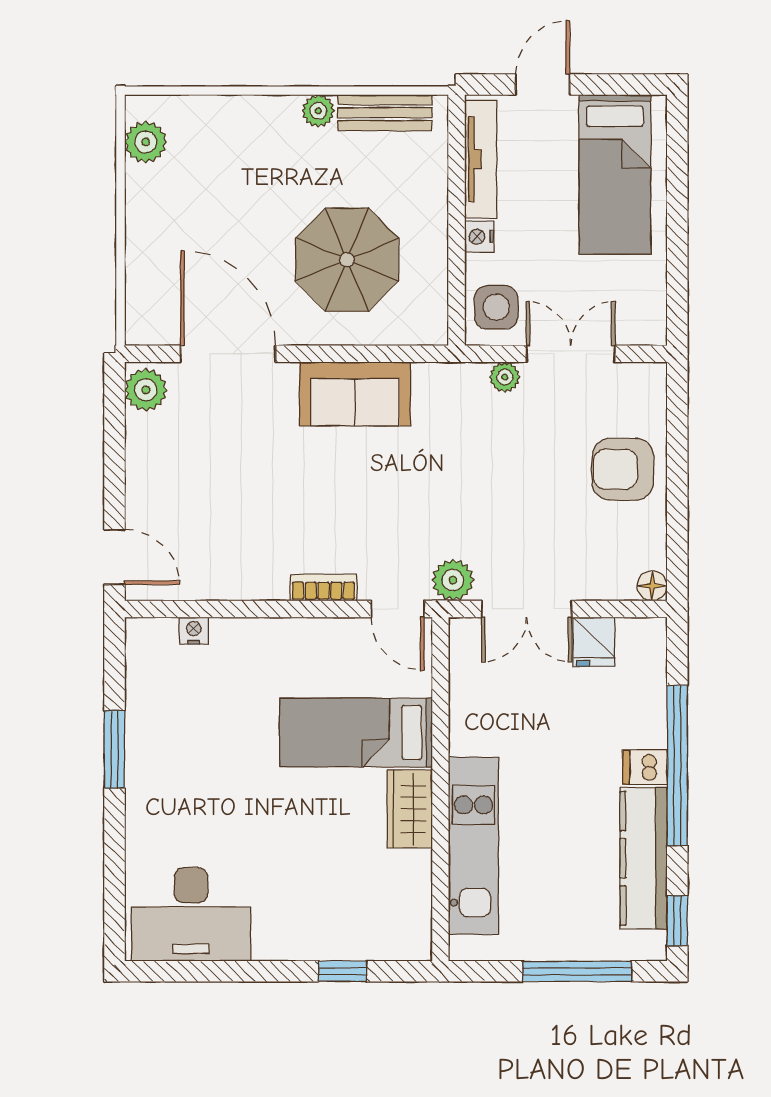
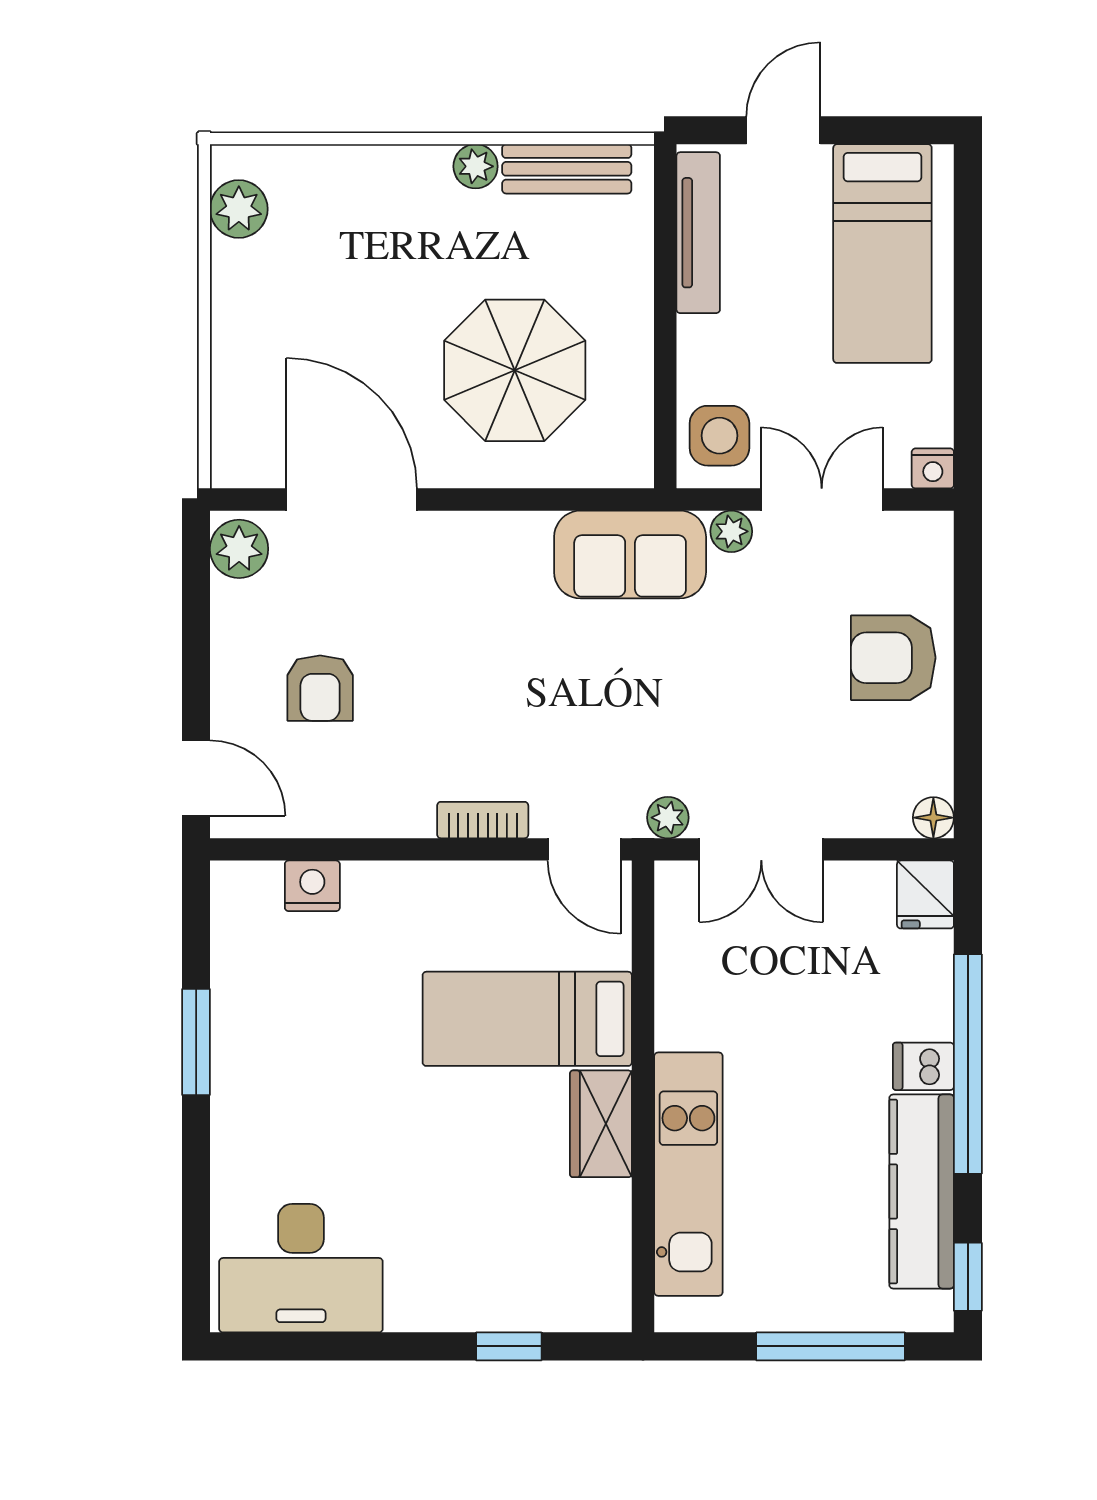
nightstand: (479, 237) -> (933, 468), moved, turned -90
sofa: (355, 394) -> (630, 555), moved
armchair: (205, 491) -> (320, 688), added
plant: (453, 580) -> (668, 818), width x0.73, depth x0.73
nightstand: (194, 631) -> (312, 886), width x1.39, depth x1.35
fridge: (594, 642) -> (925, 894), moved

